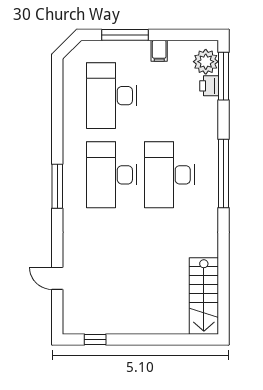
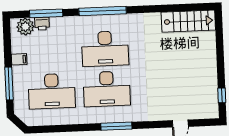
window: (224, 76) -> (46, 13), moved

